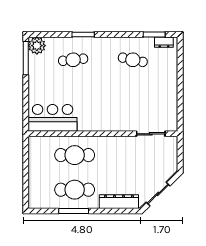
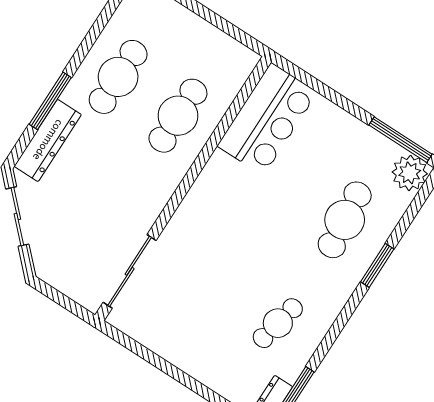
cafe table: (73, 60) -> (345, 220), width x1.37, depth x1.35
sliding door: (151, 134) -> (130, 271), width x1.37
window: (74, 211) -> (50, 101), moved

